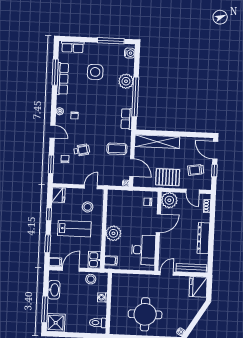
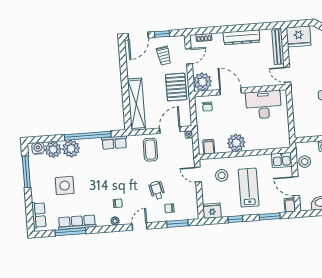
plant: (127, 66) -> (53, 150), added
plant: (113, 233) -> (236, 143), moved
filing cabinet: (111, 261) -> (209, 147), moved

